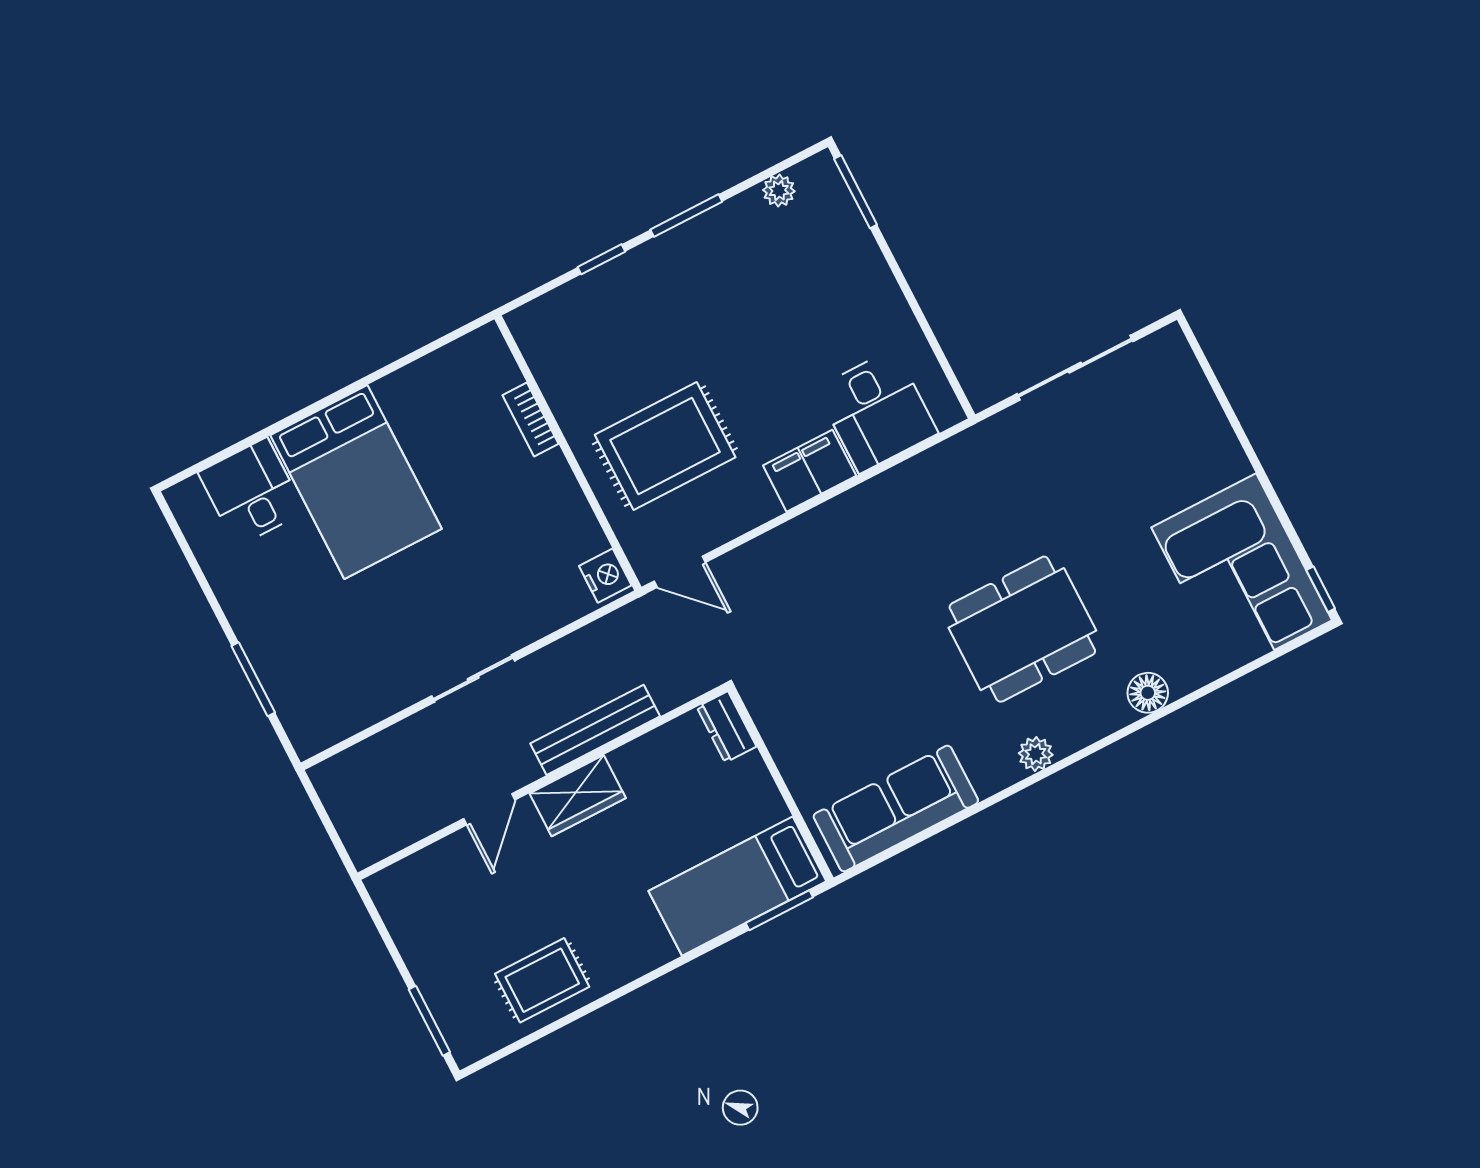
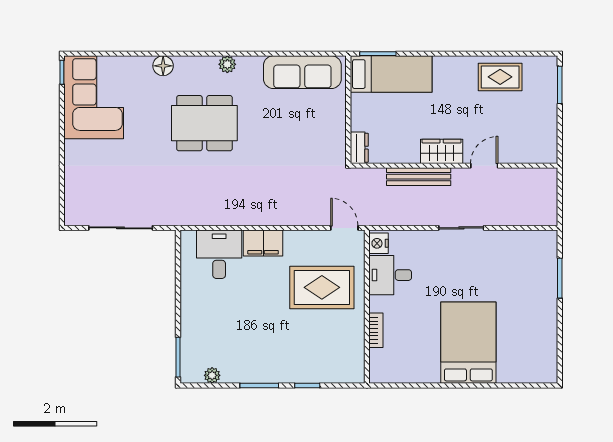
desk: (252, 492) -> (390, 275), moved, turned 90

